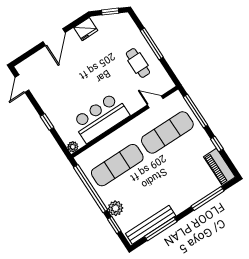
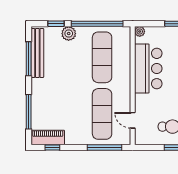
door: (155, 102) -> (133, 120), swing flipped
window: (217, 144) -> (52, 147), moved

